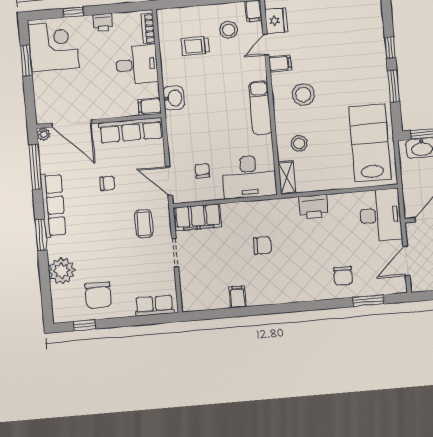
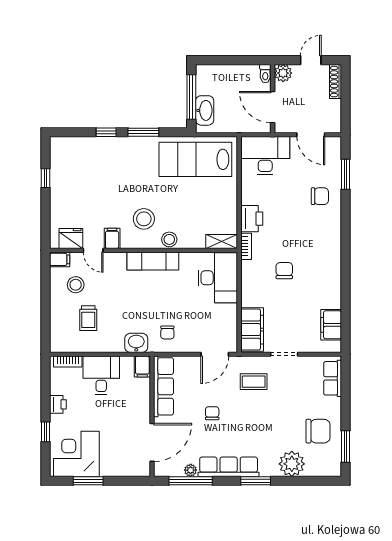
plant: (44, 134) -> (191, 470), moved
stool: (299, 143) -> (169, 239), moved
chair: (202, 171) -> (167, 332), moved, turned -90
bookcase: (284, 203) -> (246, 246), added
filing cabinet: (238, 297) -> (331, 325), moved, width x2.00
window: (85, 325) -> (346, 446), width x1.50

